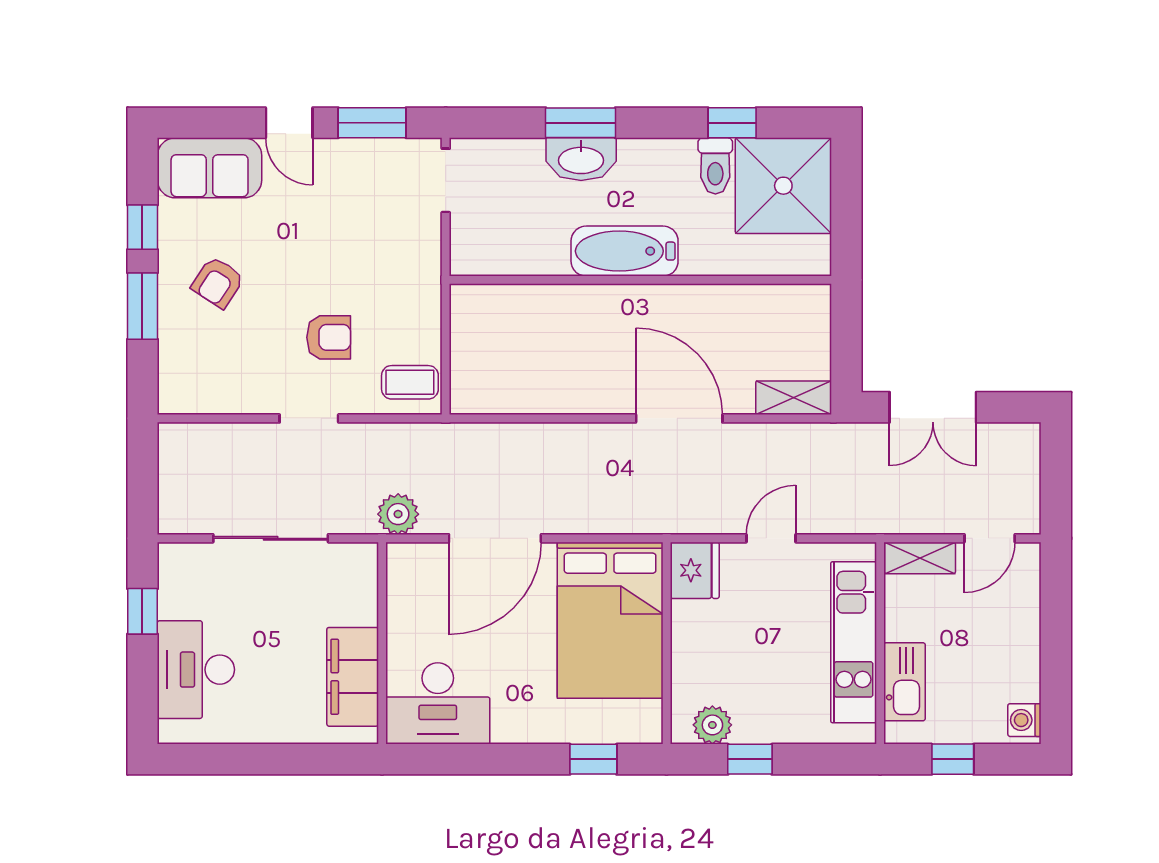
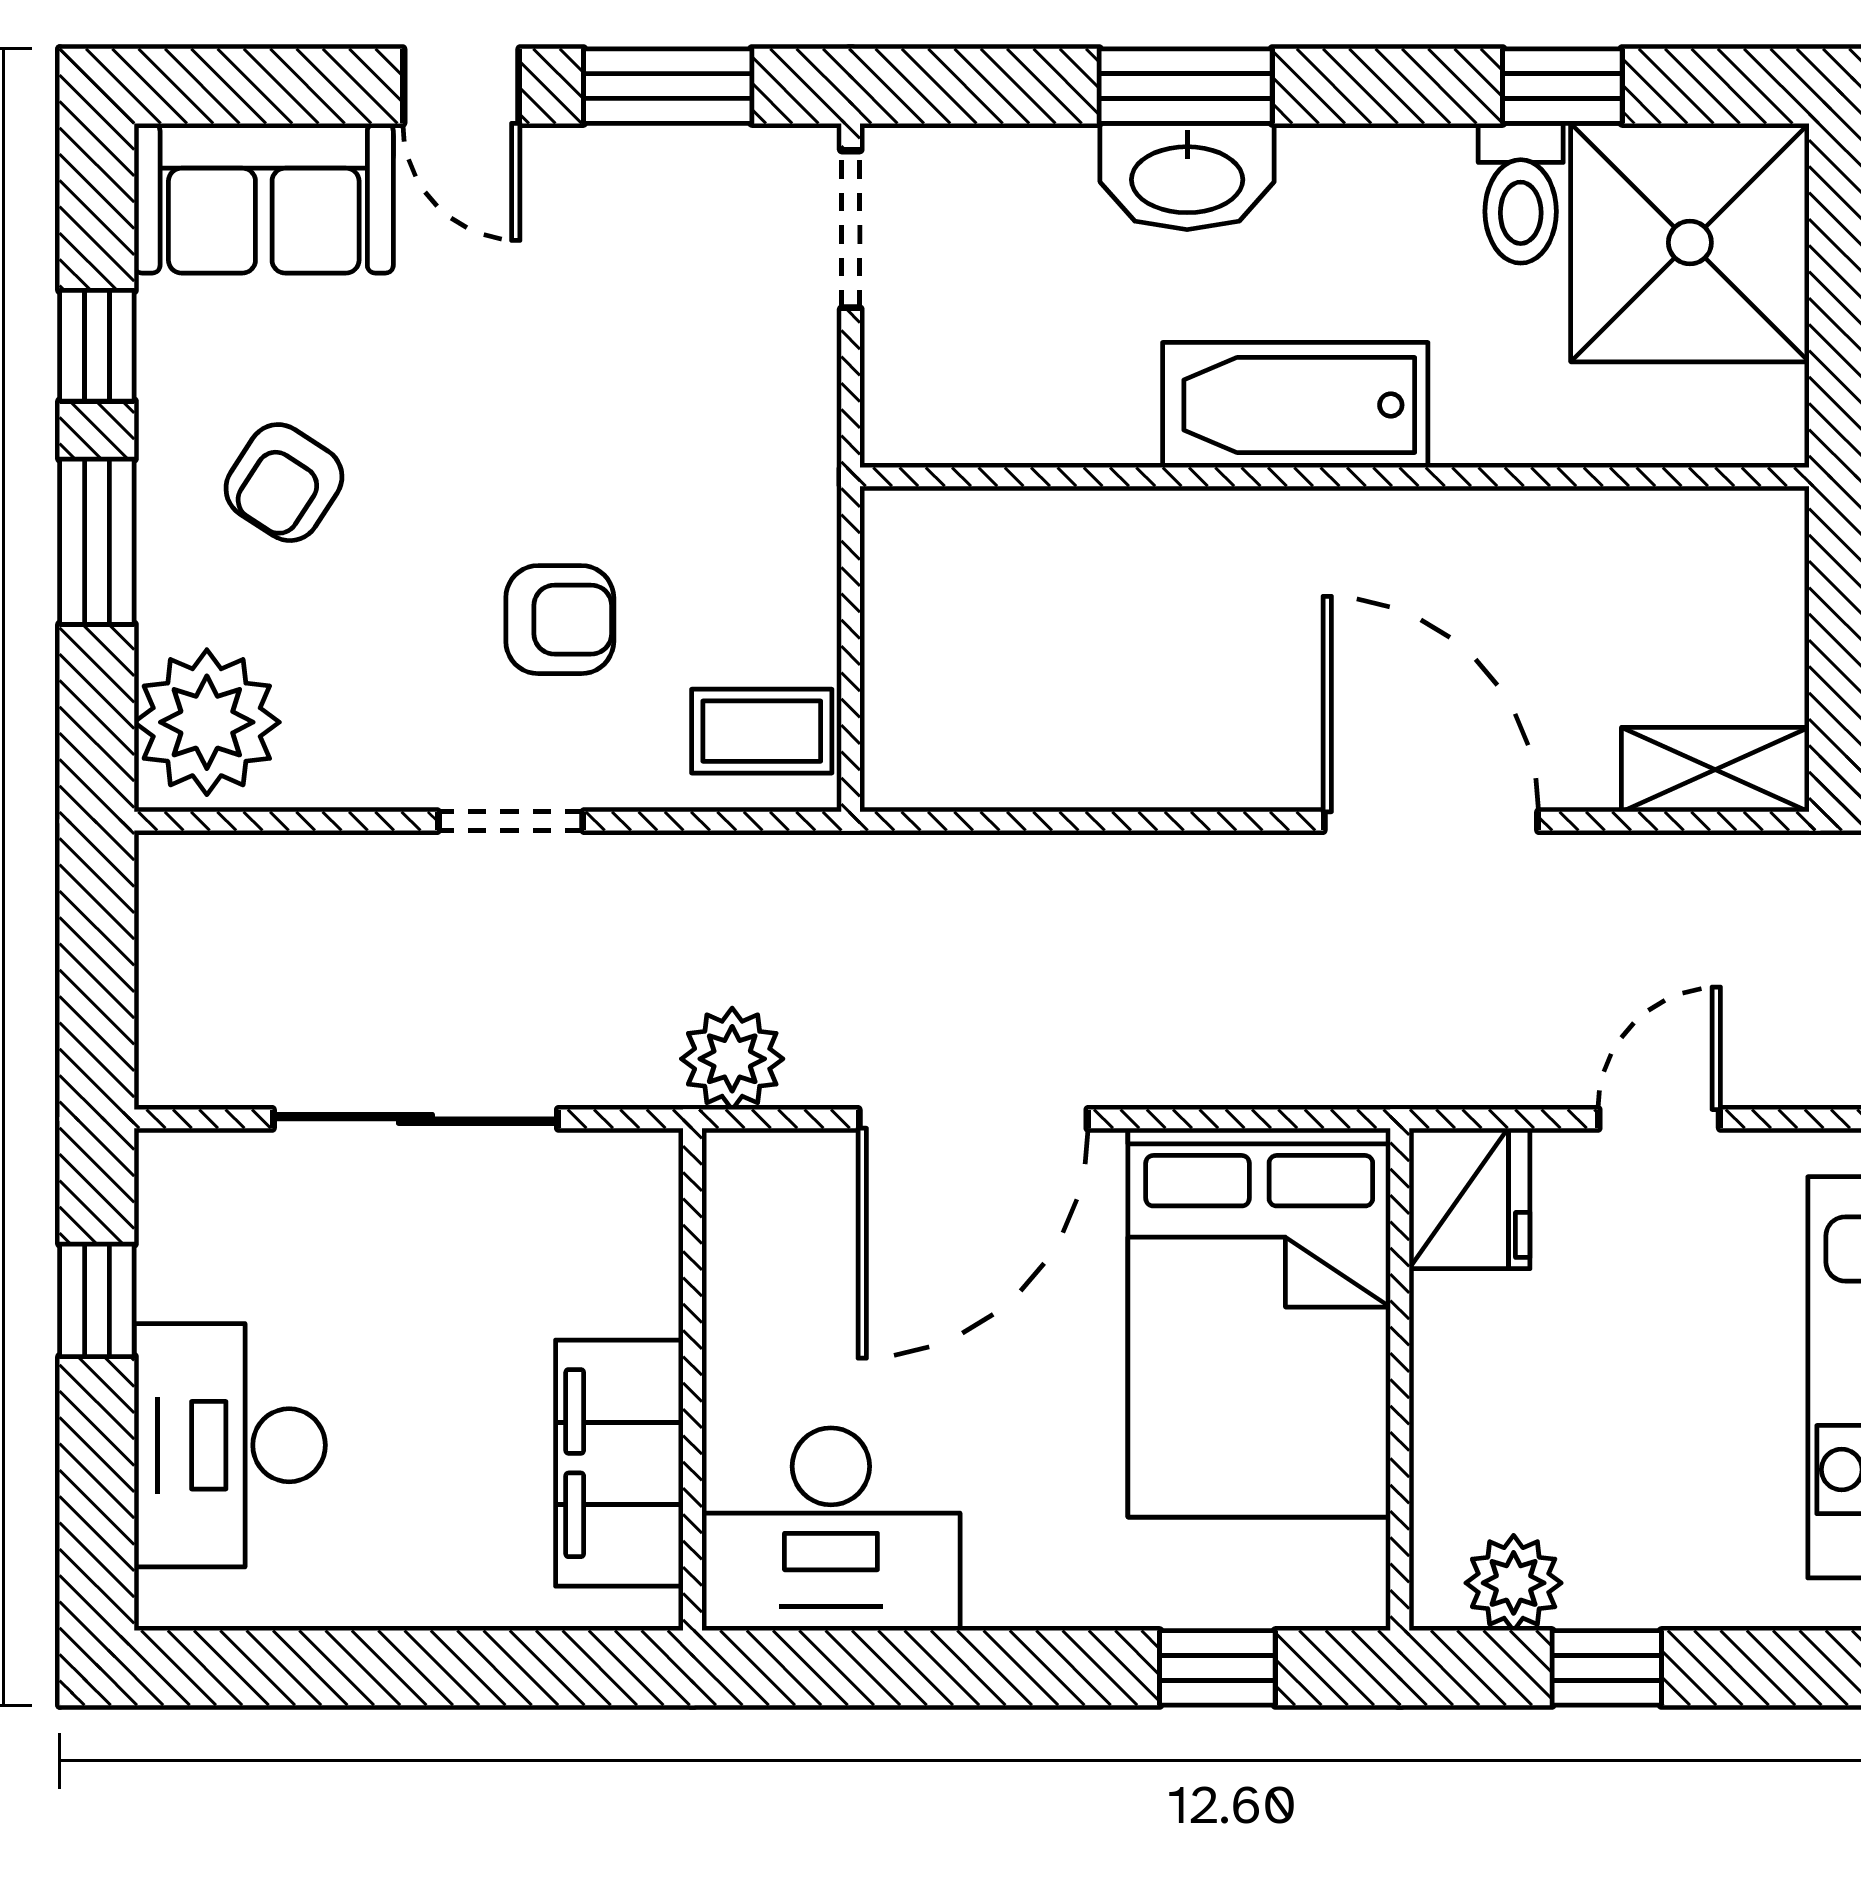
plant: (187, 379) -> (207, 722), added

